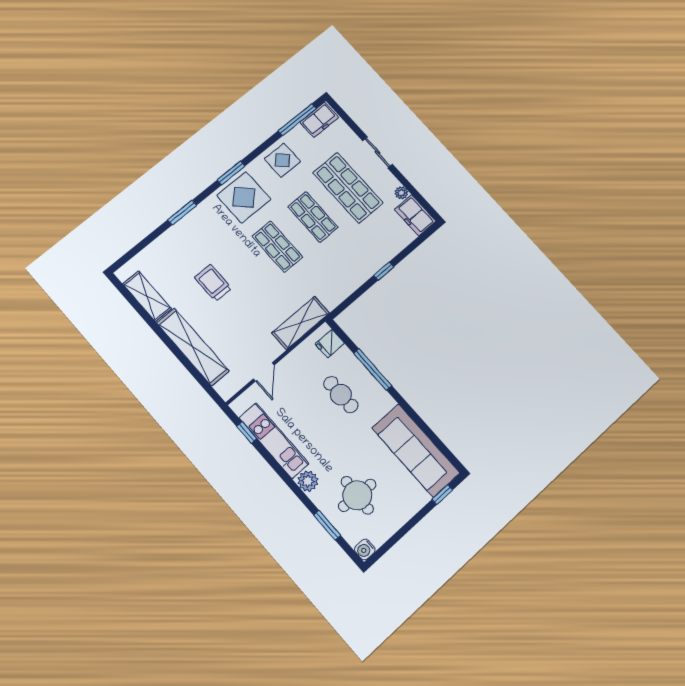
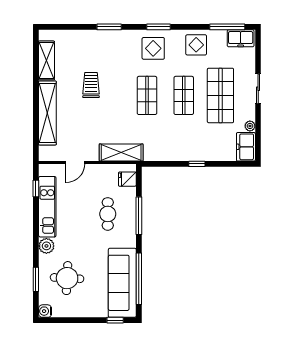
display table: (244, 197) -> (153, 48), width x0.73, depth x0.73
window: (428, 432) -> (139, 279), added

